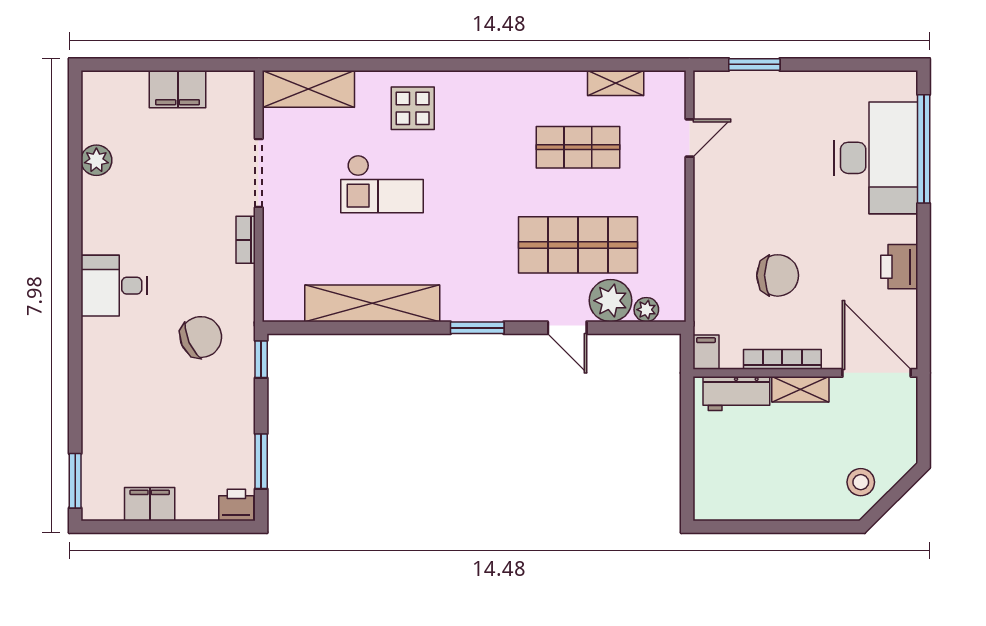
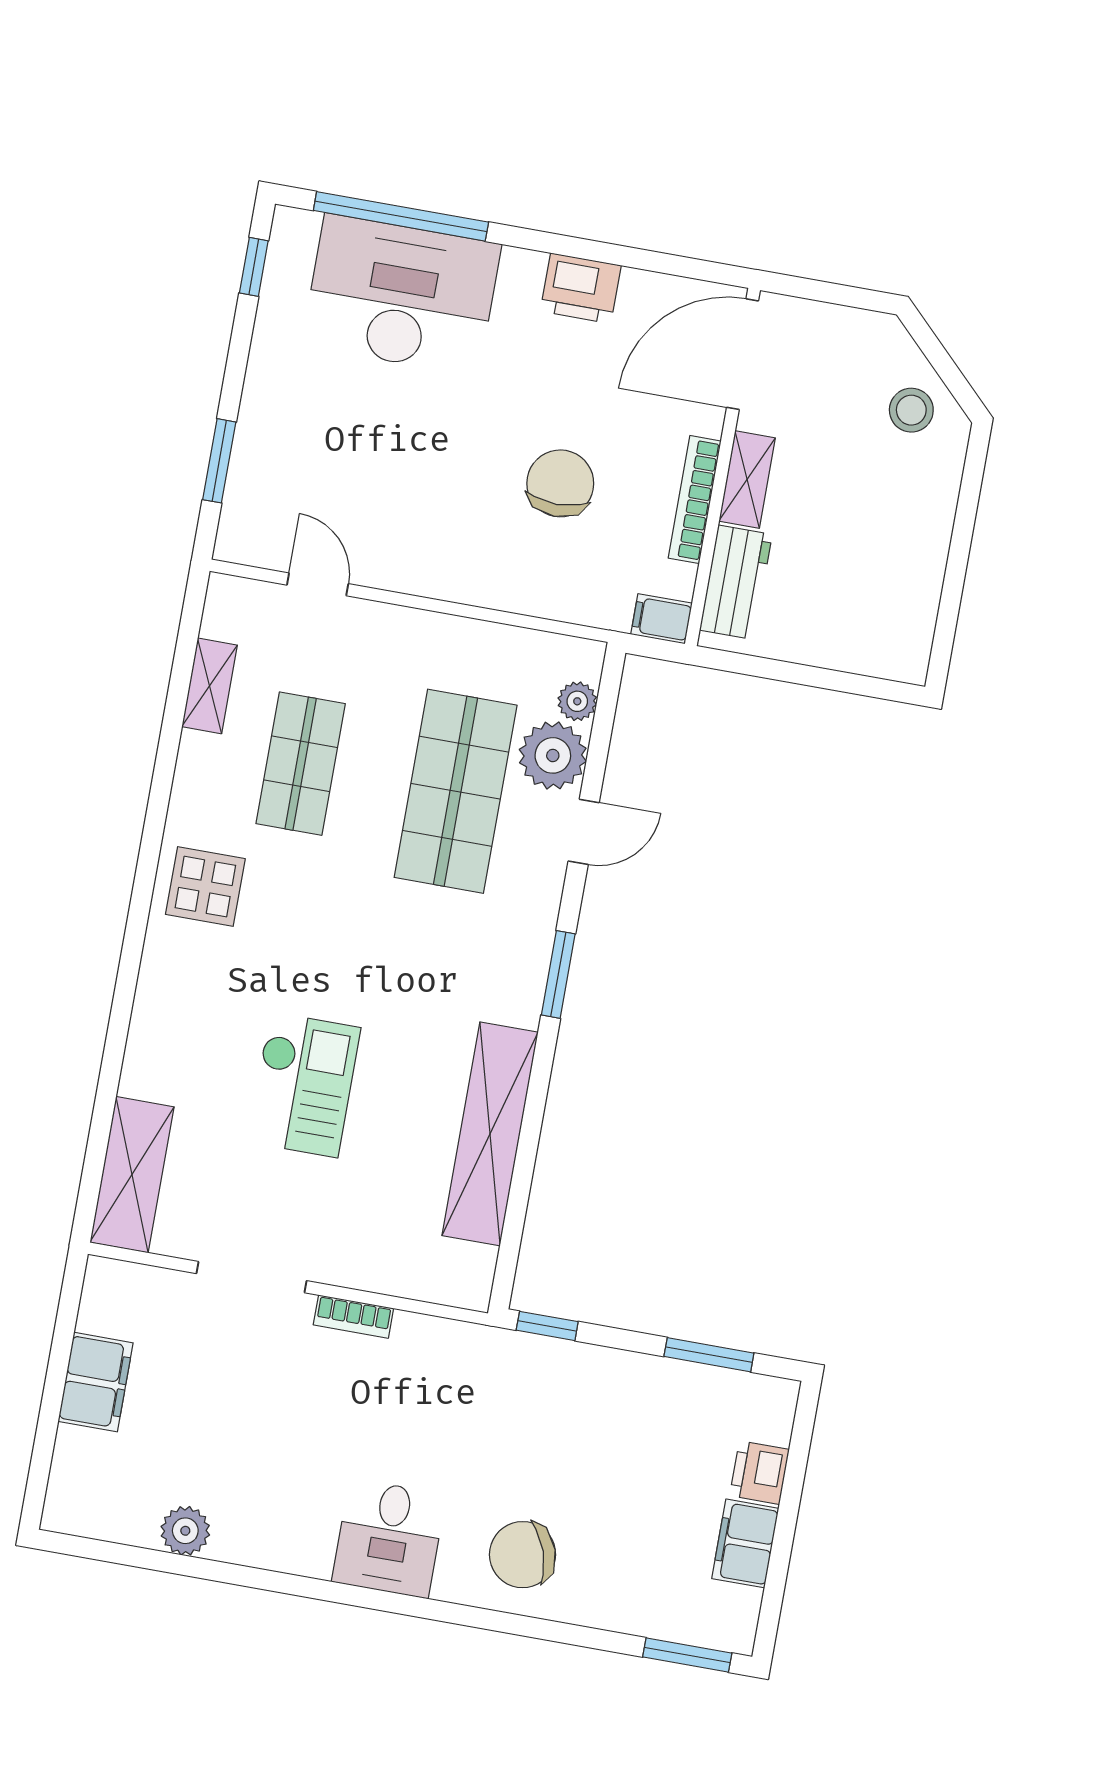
window: (877, 64) -> (254, 267), added
display table: (413, 108) -> (205, 887), moved
chair: (201, 337) -> (523, 1555), moved, turned -85
printer: (236, 505) -> (759, 1473), moved

